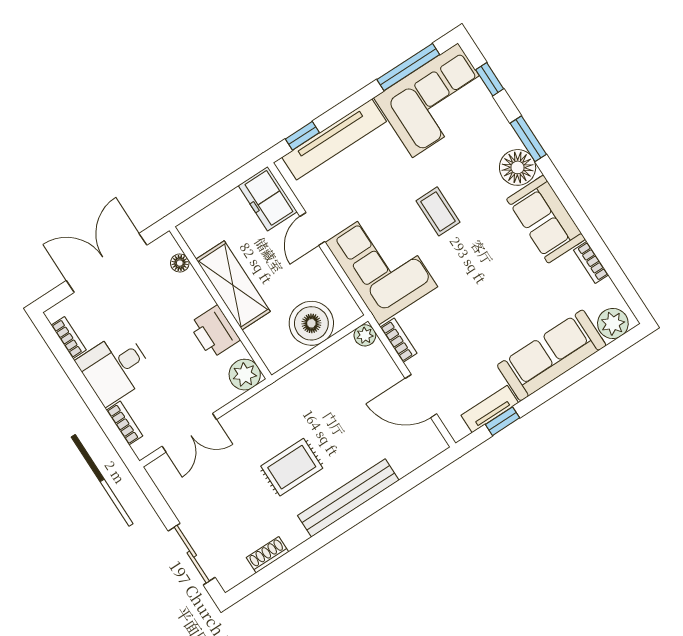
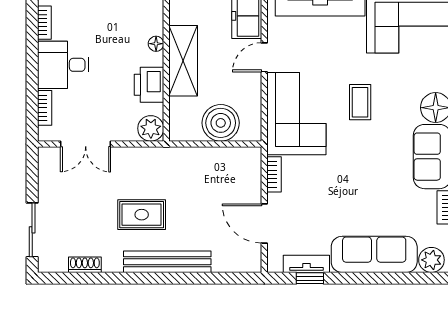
floor lamp: (180, 263) -> (156, 44), moved
plant: (365, 335) -> (253, 156), removed

